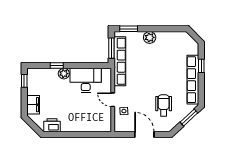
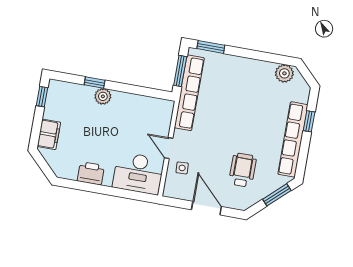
plant: (150, 37) -> (284, 73), moved
desk: (86, 80) -> (138, 173), moved, turned 180
printer: (52, 125) -> (91, 173), moved

